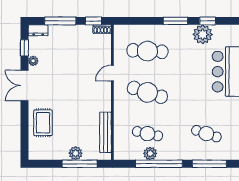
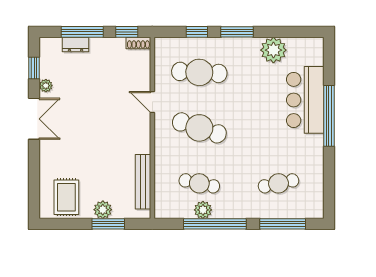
window: (208, 21) -> (197, 32), moved
dresser: (38, 30) -> (76, 44), moved
door: (112, 73) -> (152, 102), hinge flipped
double door: (24, 86) -> (34, 119), swing flipped
rug: (43, 123) -> (66, 197), moved
cafe table: (206, 134) -> (279, 183), turned -30
window: (80, 164) -> (108, 224), width x0.69

